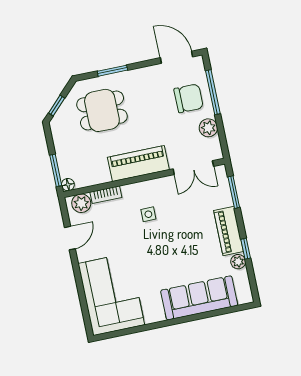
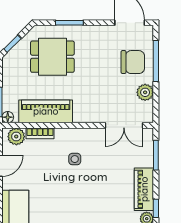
piano: (138, 163) -> (46, 111), moved

